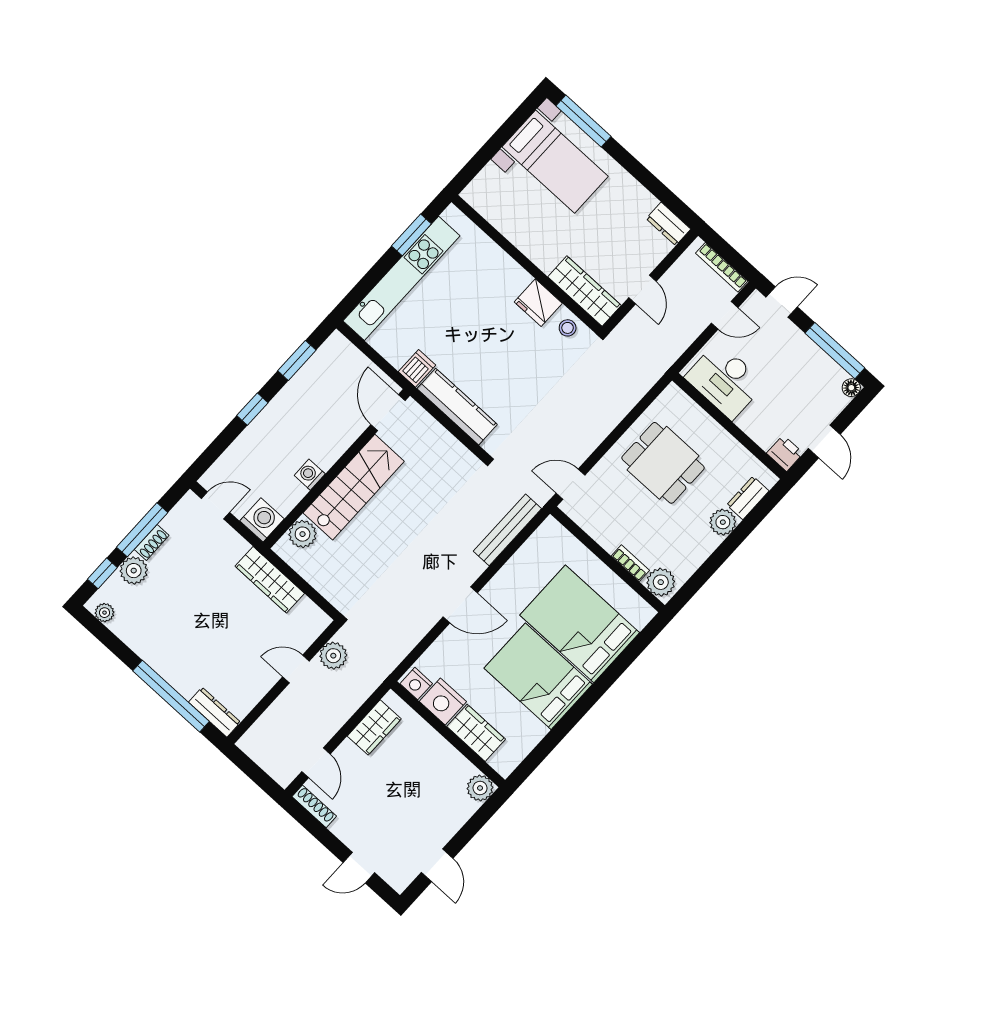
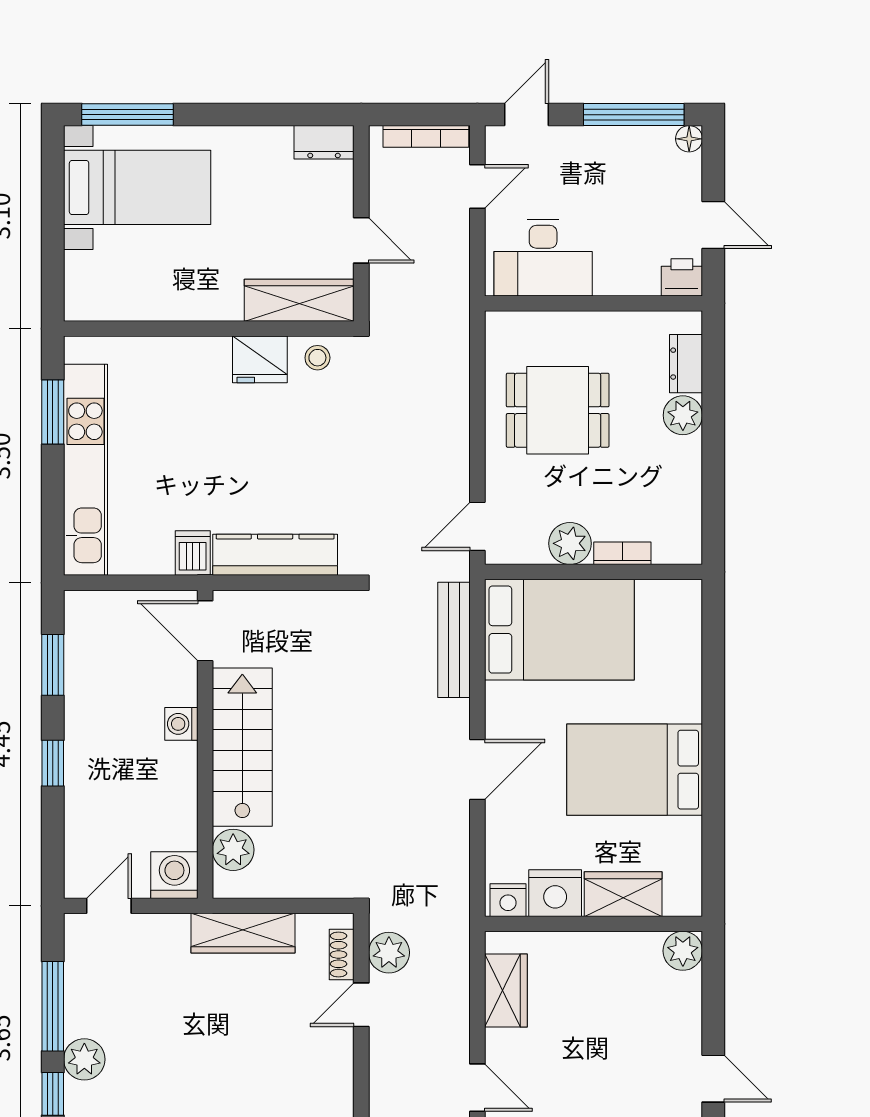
washing machine: (310, 475) -> (181, 724), moved
shoe rack: (152, 542) -> (342, 954), moved, turned 180
plant: (661, 582) -> (570, 543), moved
bed: (580, 624) -> (559, 630), moved, turned 180

